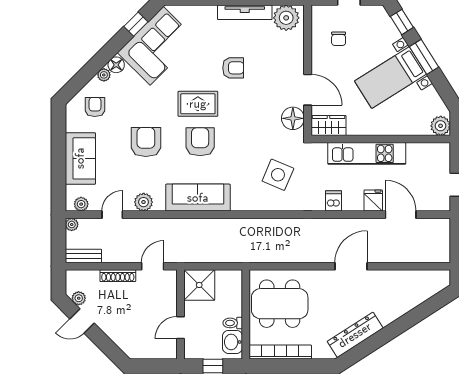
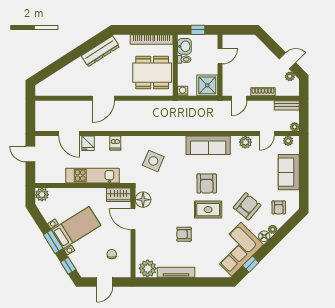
armchair: (146, 142) -> (247, 206), moved, turned -140
washing machine: (235, 277) -> (183, 91), added

